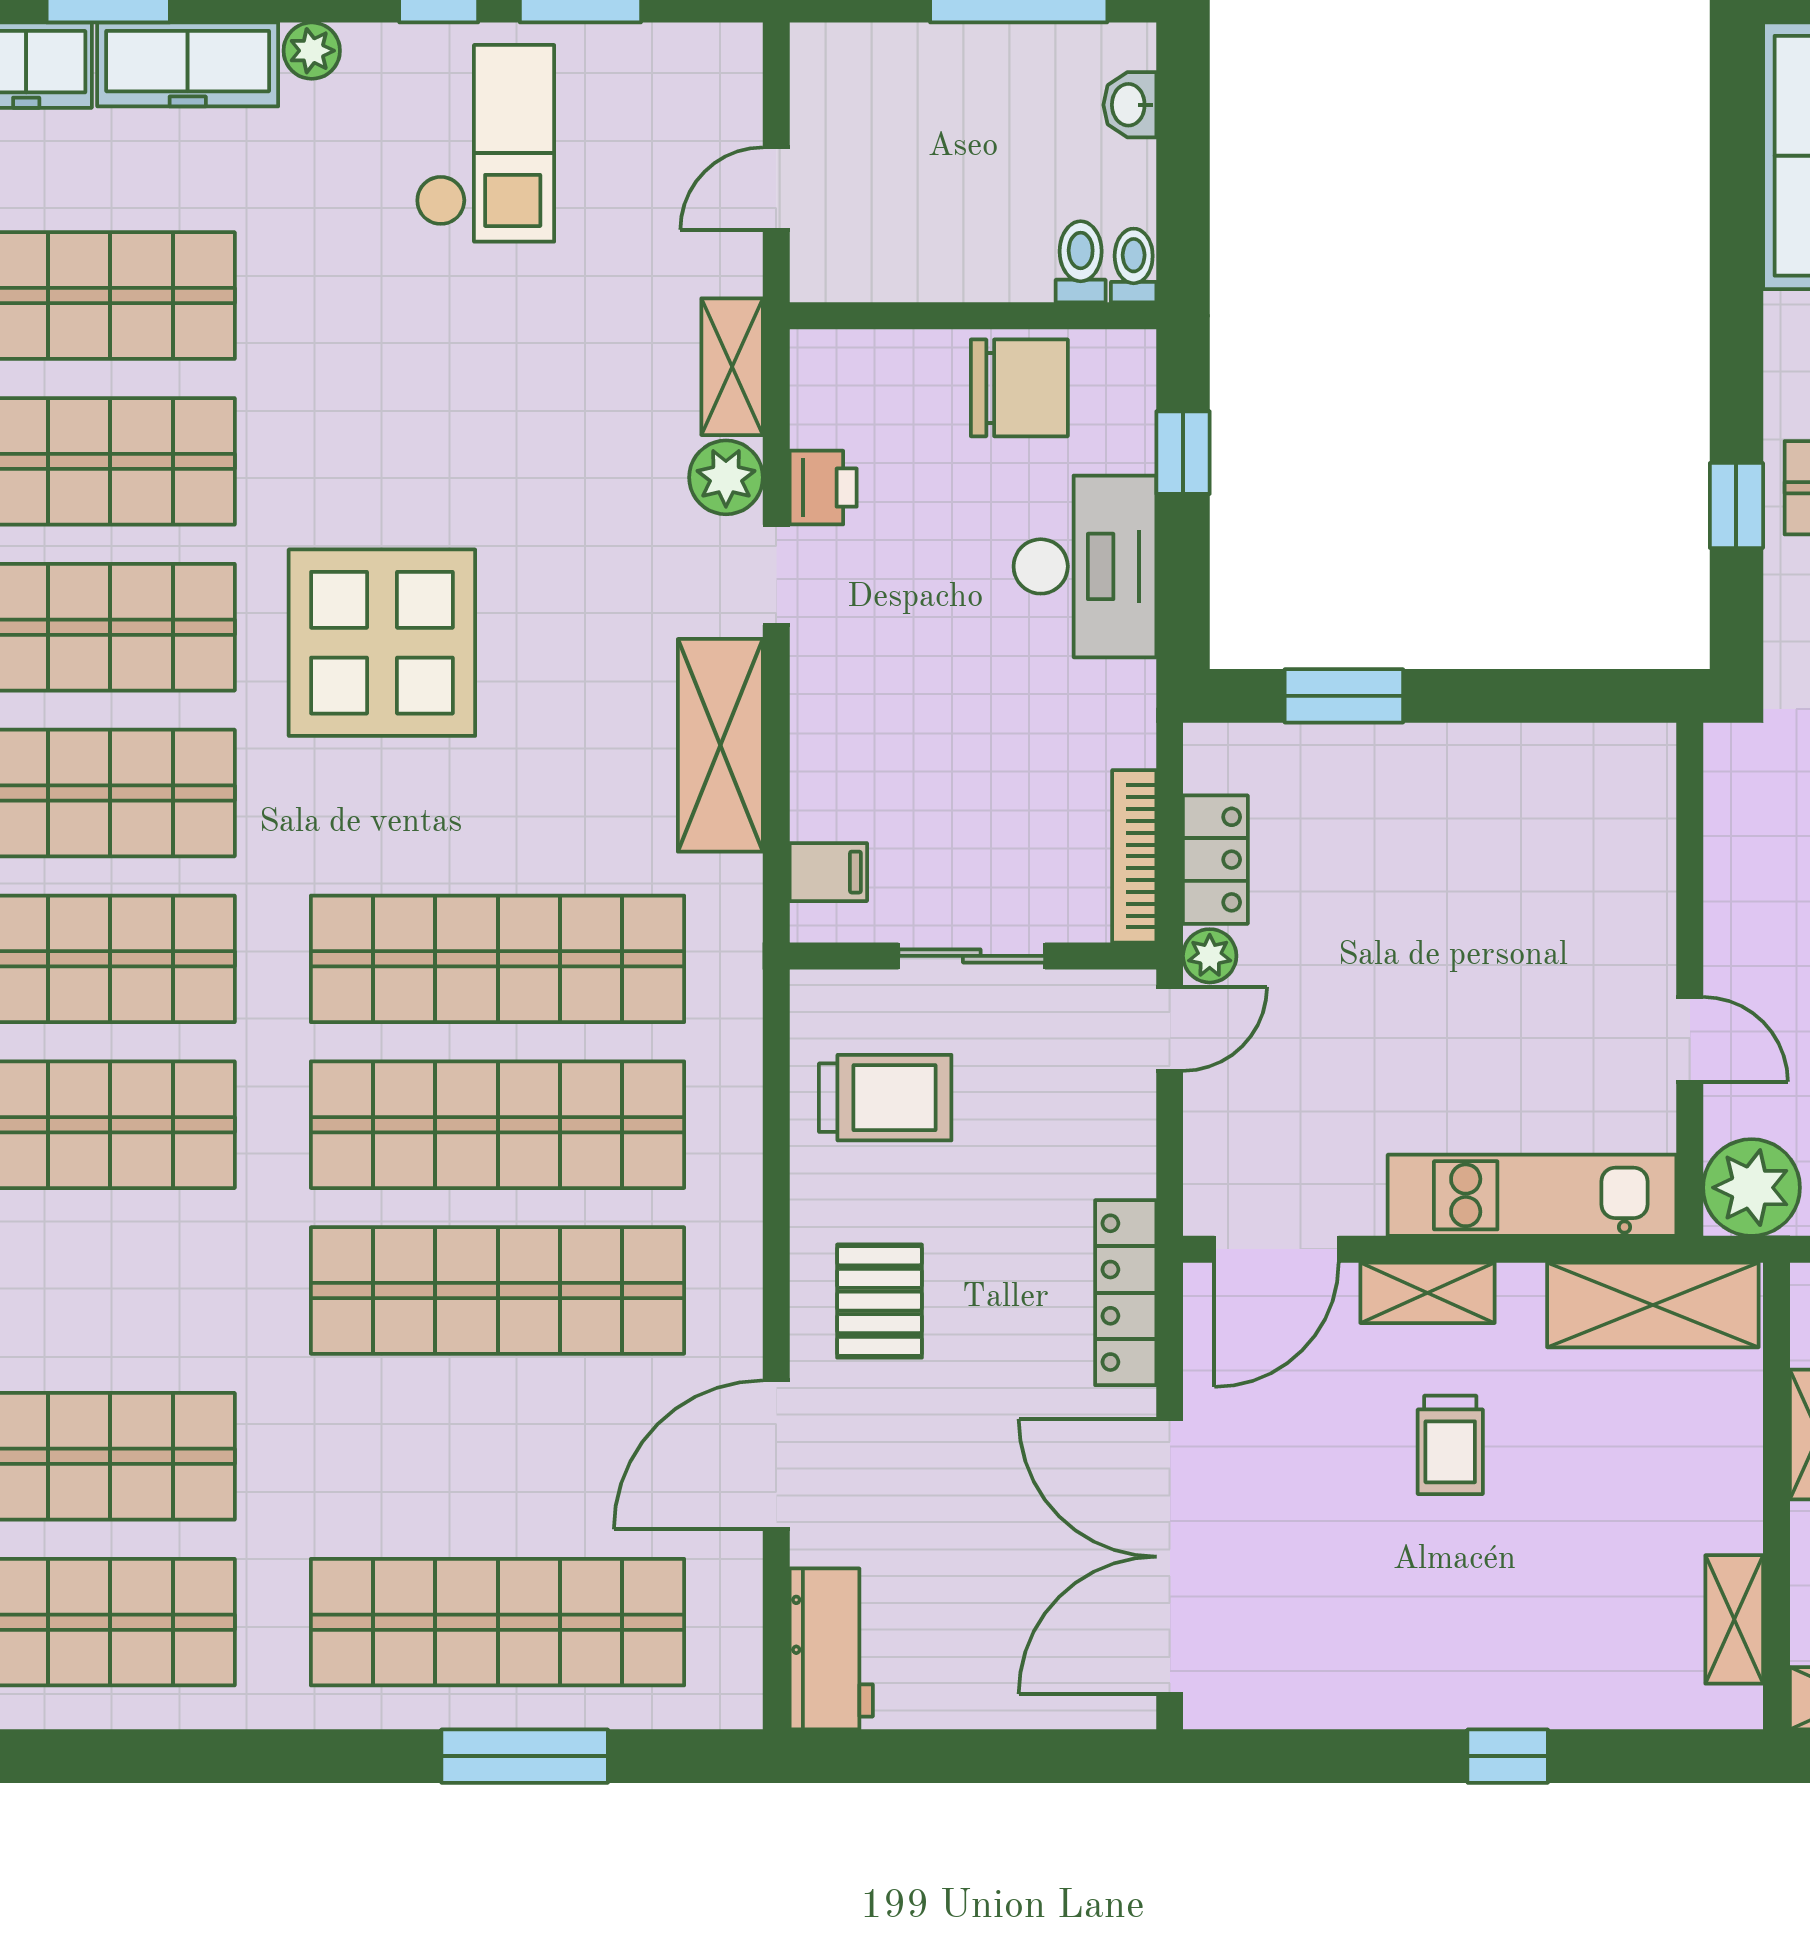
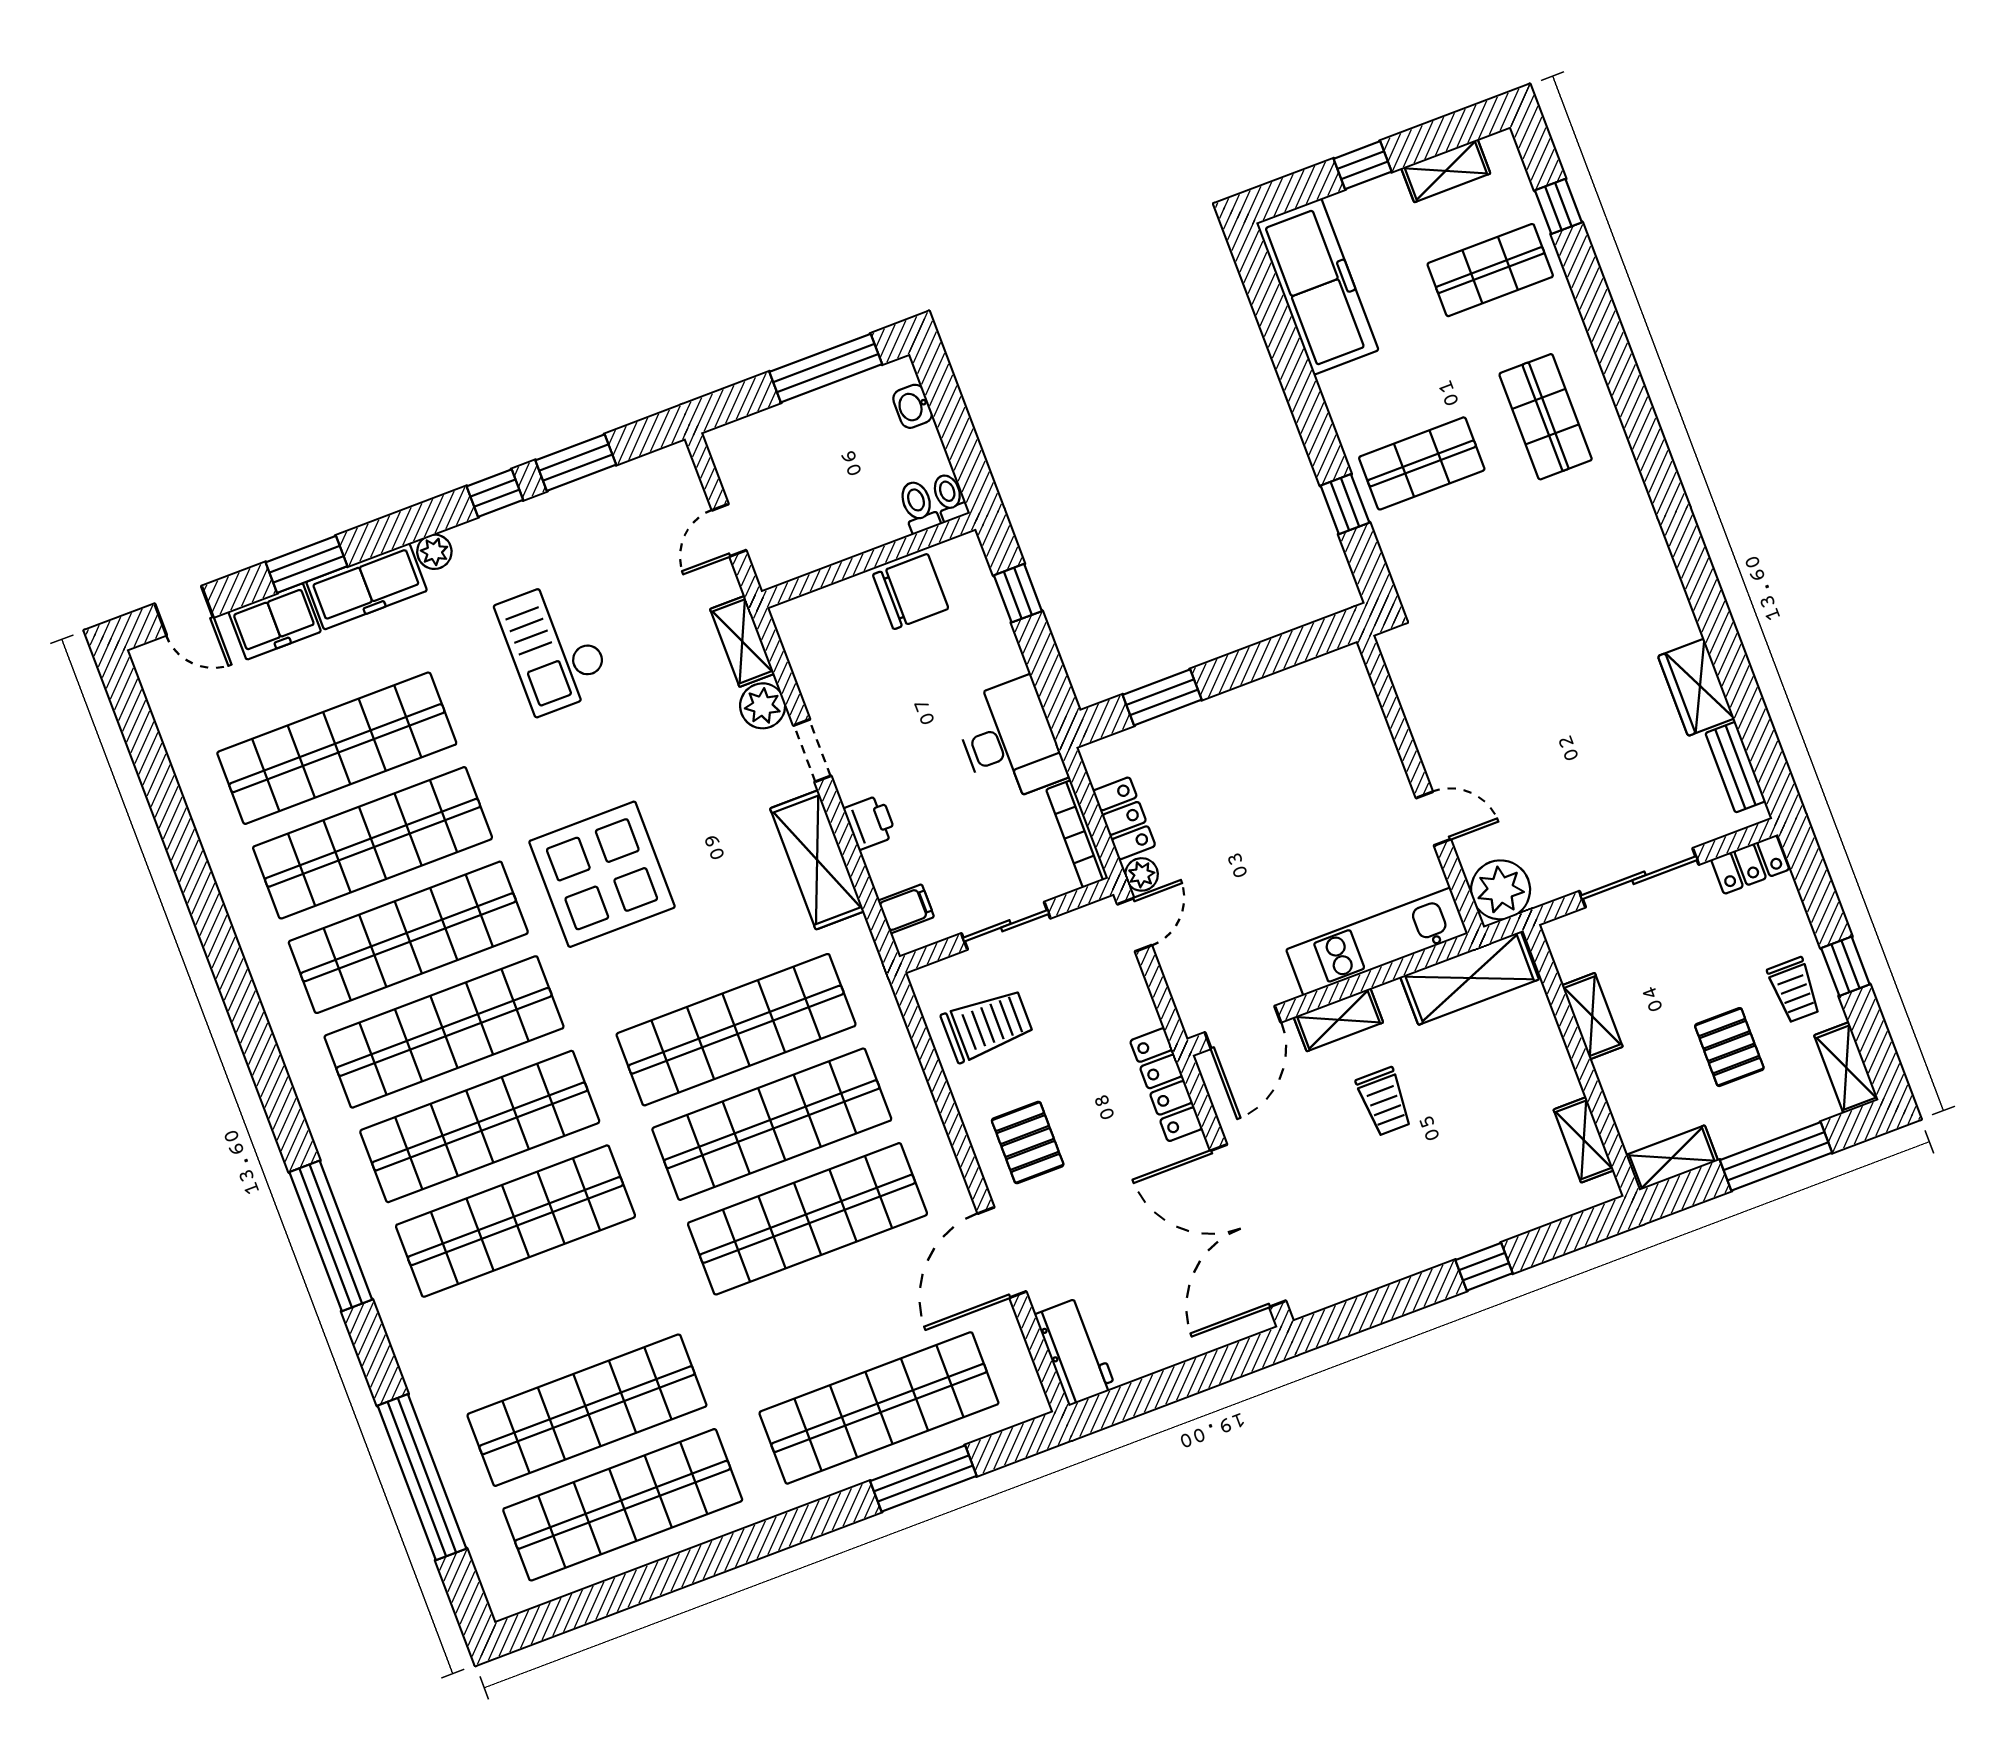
checkout: (485, 143) -> (554, 647), moved, turned 180
printer: (823, 488) -> (870, 822), moved
desk: (1085, 566) -> (1010, 741), moved

